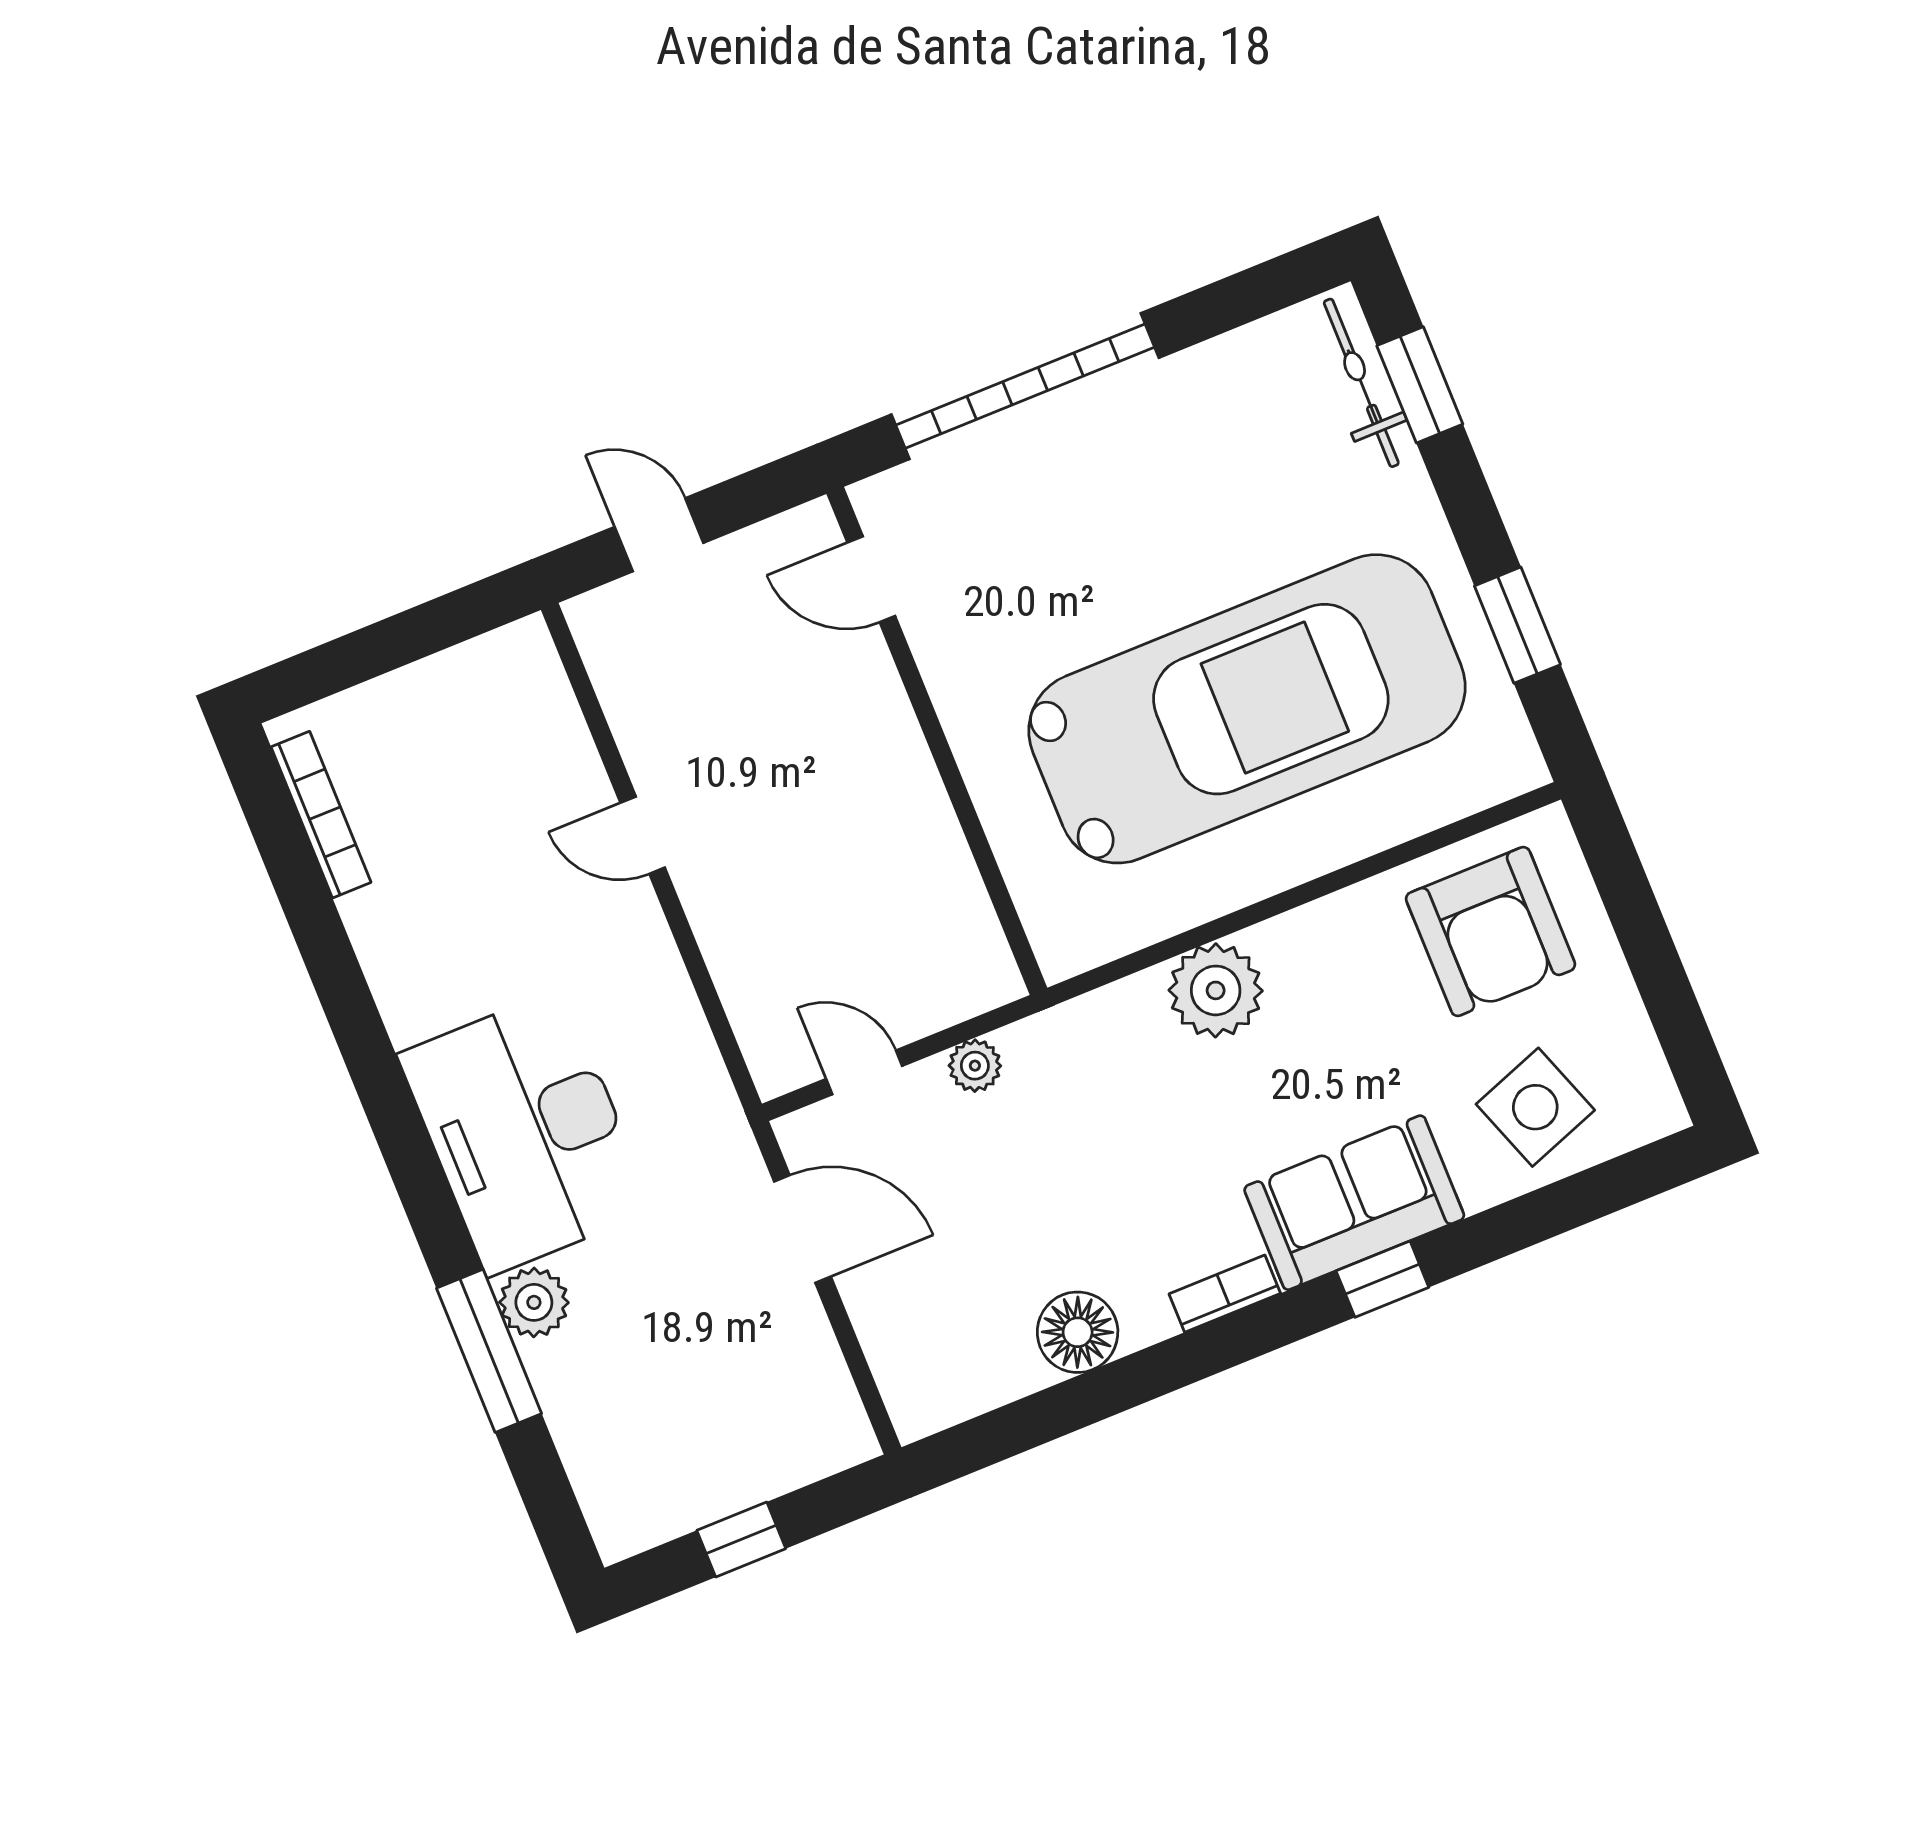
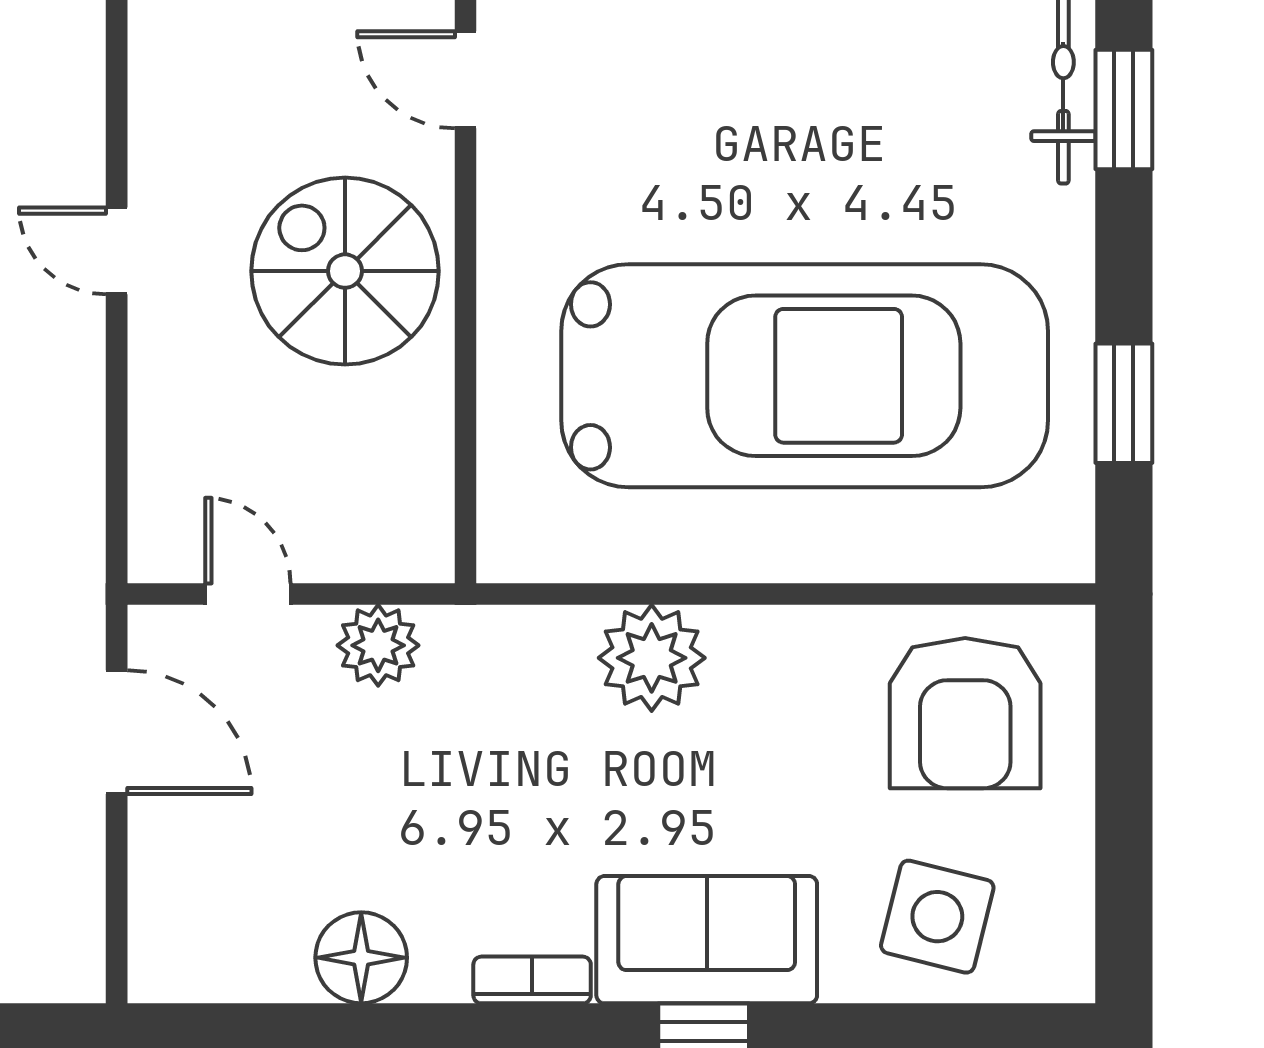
spiral stairs: (836, 776) -> (345, 271), added
plant: (975, 1066) -> (378, 645), width x1.38, depth x1.38
side table: (1535, 1107) -> (937, 917), turned 34

